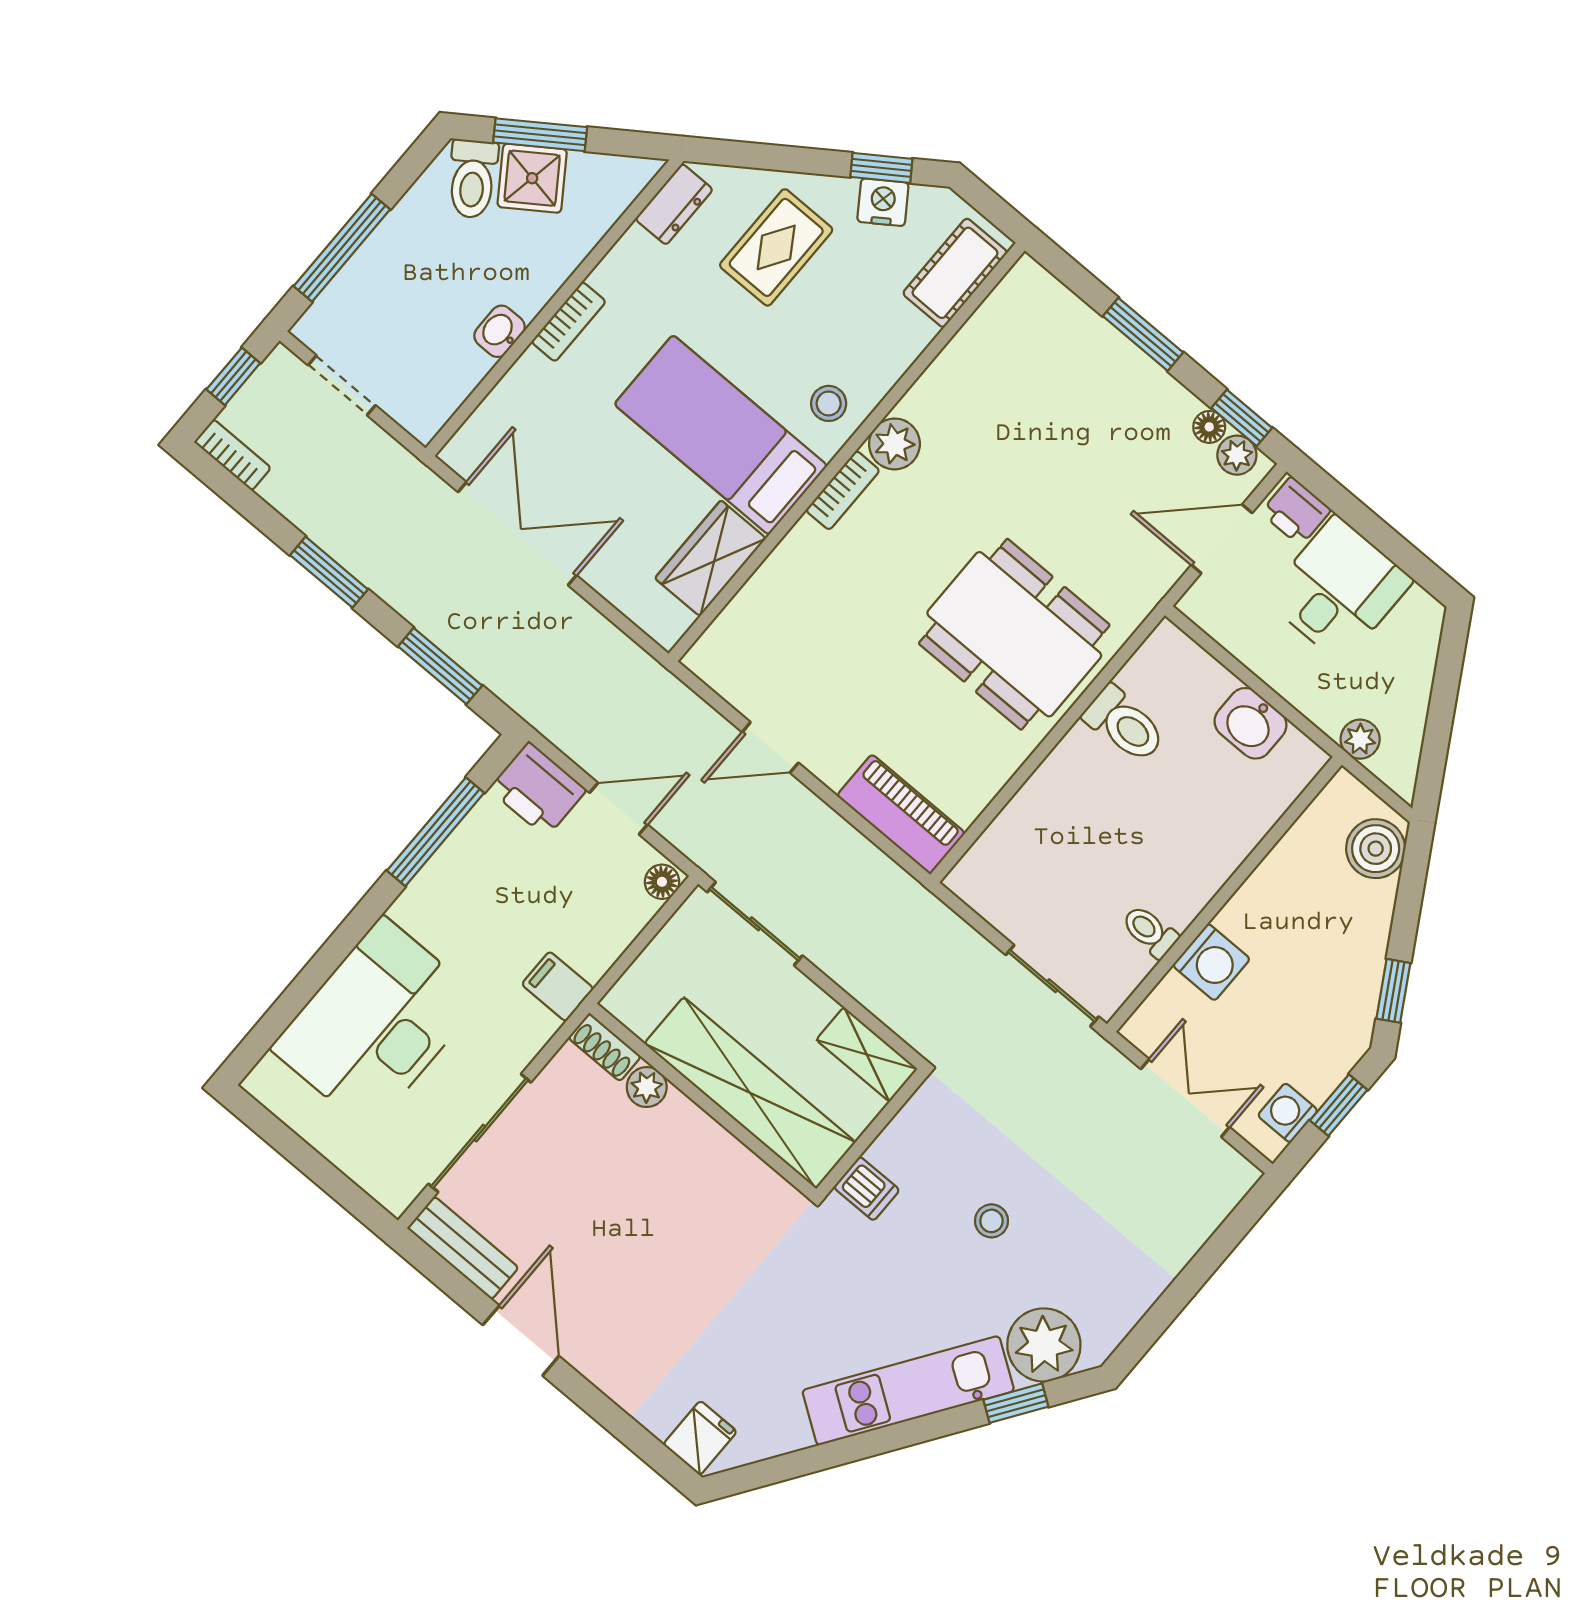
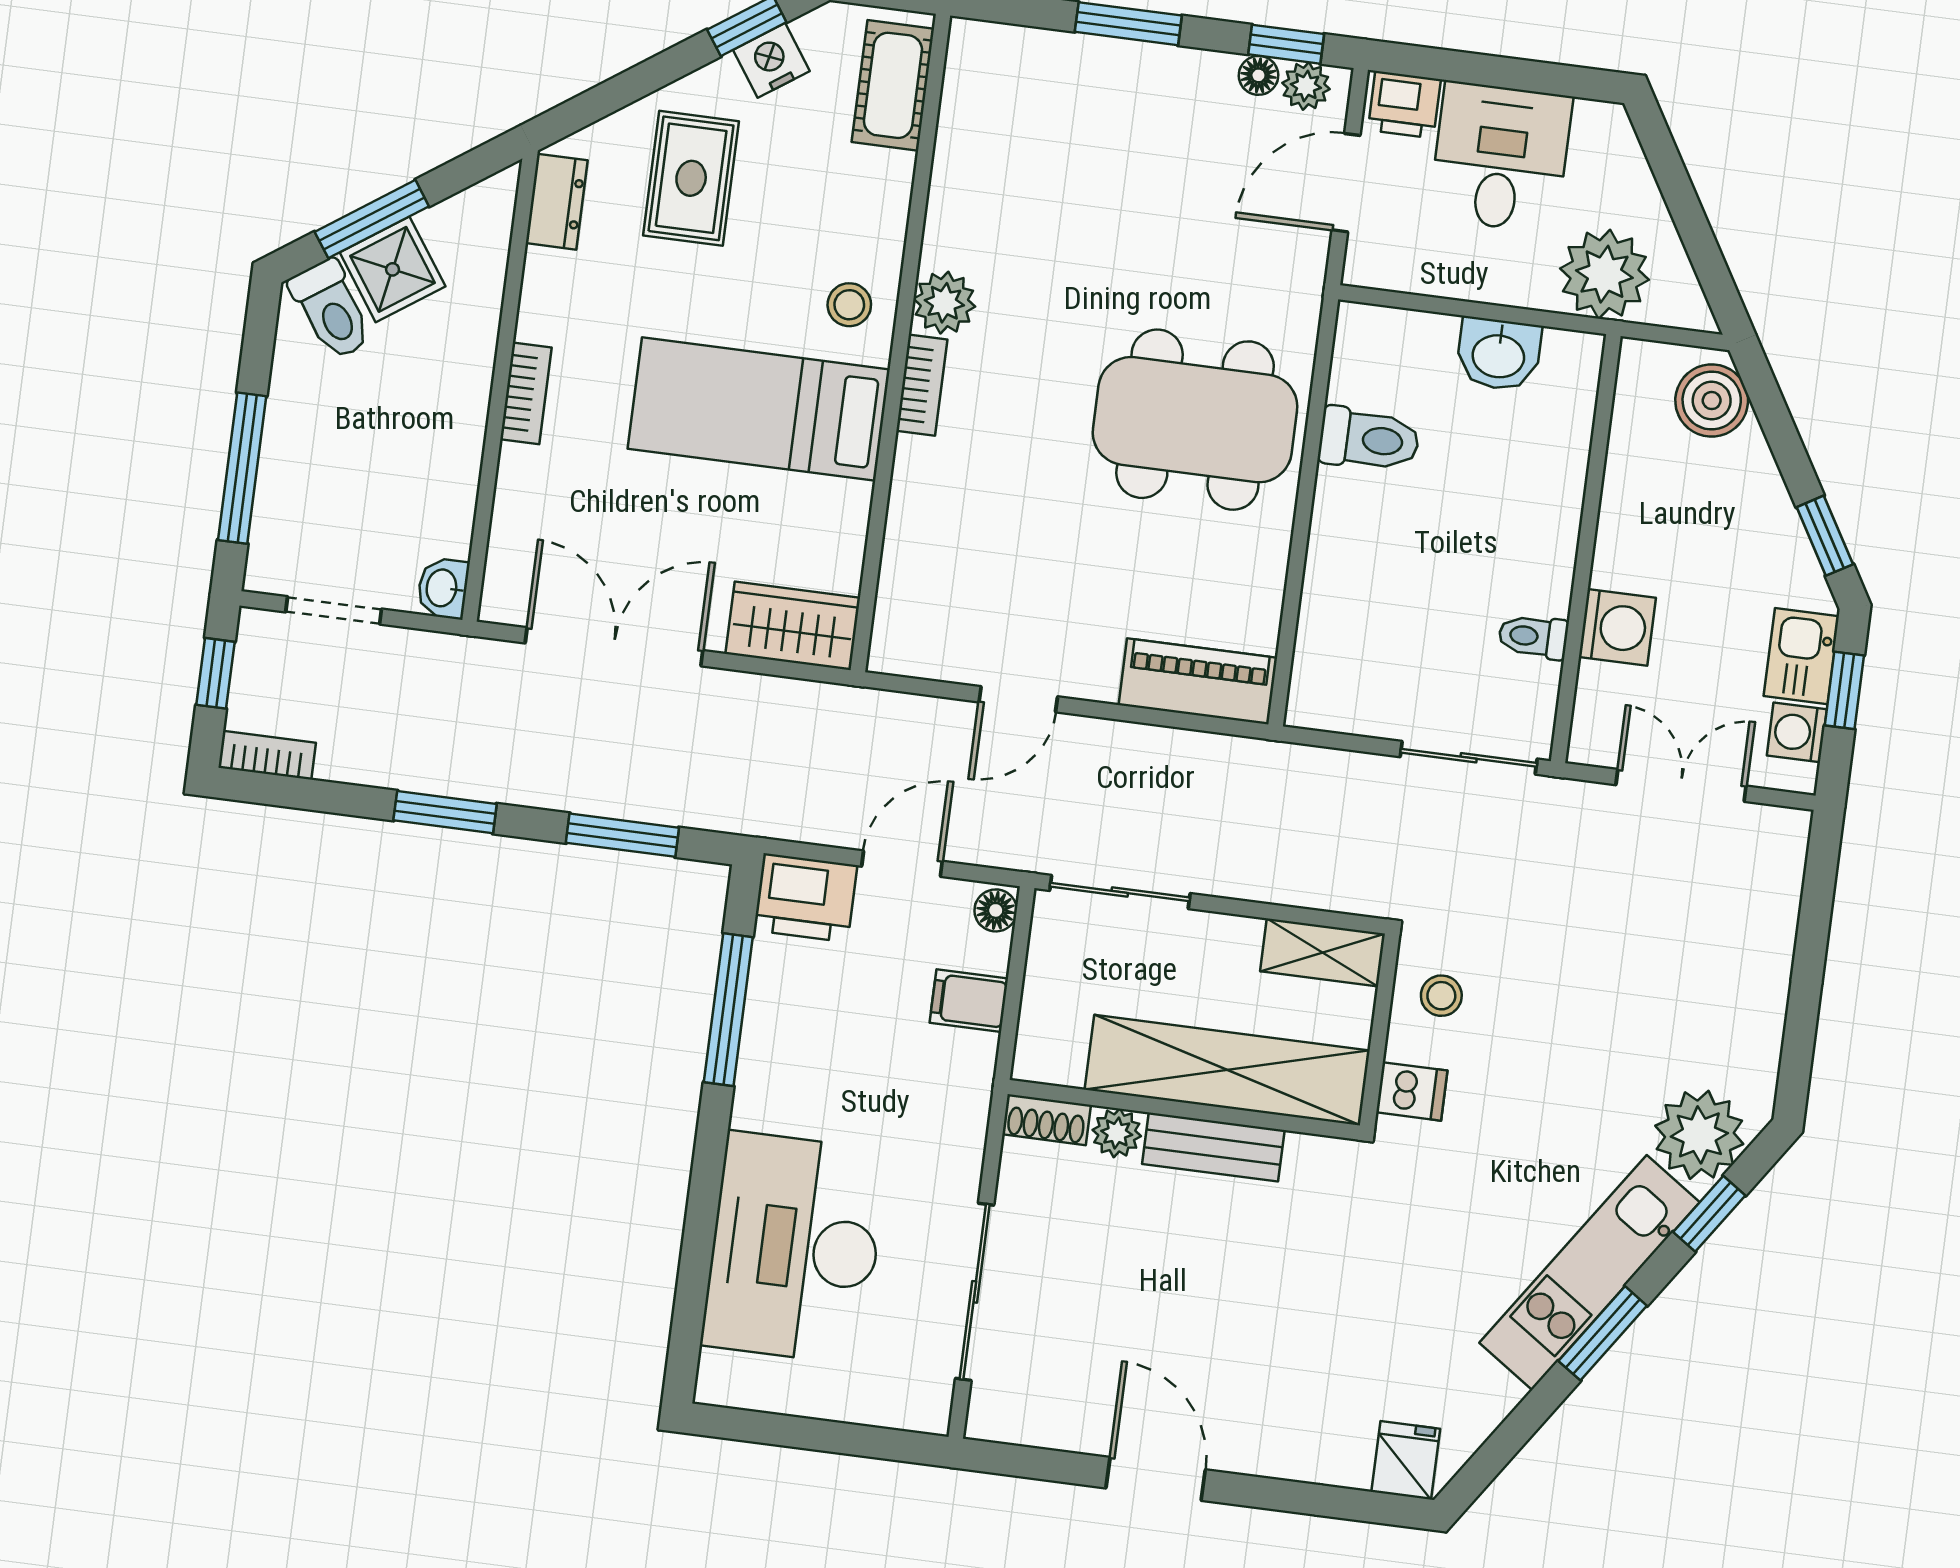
washbasin: (500, 331) -> (443, 588), moved
wardrobe: (710, 558) -> (793, 626), moved, turned 90
plant: (1360, 739) -> (1604, 274), width x1.87, depth x1.87
filing cabinet: (558, 986) -> (969, 1001), moved
kitchen sink: (1324, 1063) -> (1801, 656), added
stool: (991, 1221) -> (1441, 996), moved
bench: (463, 1248) -> (1213, 1147), moved
window: (890, 1438) -> (1603, 1333), added

